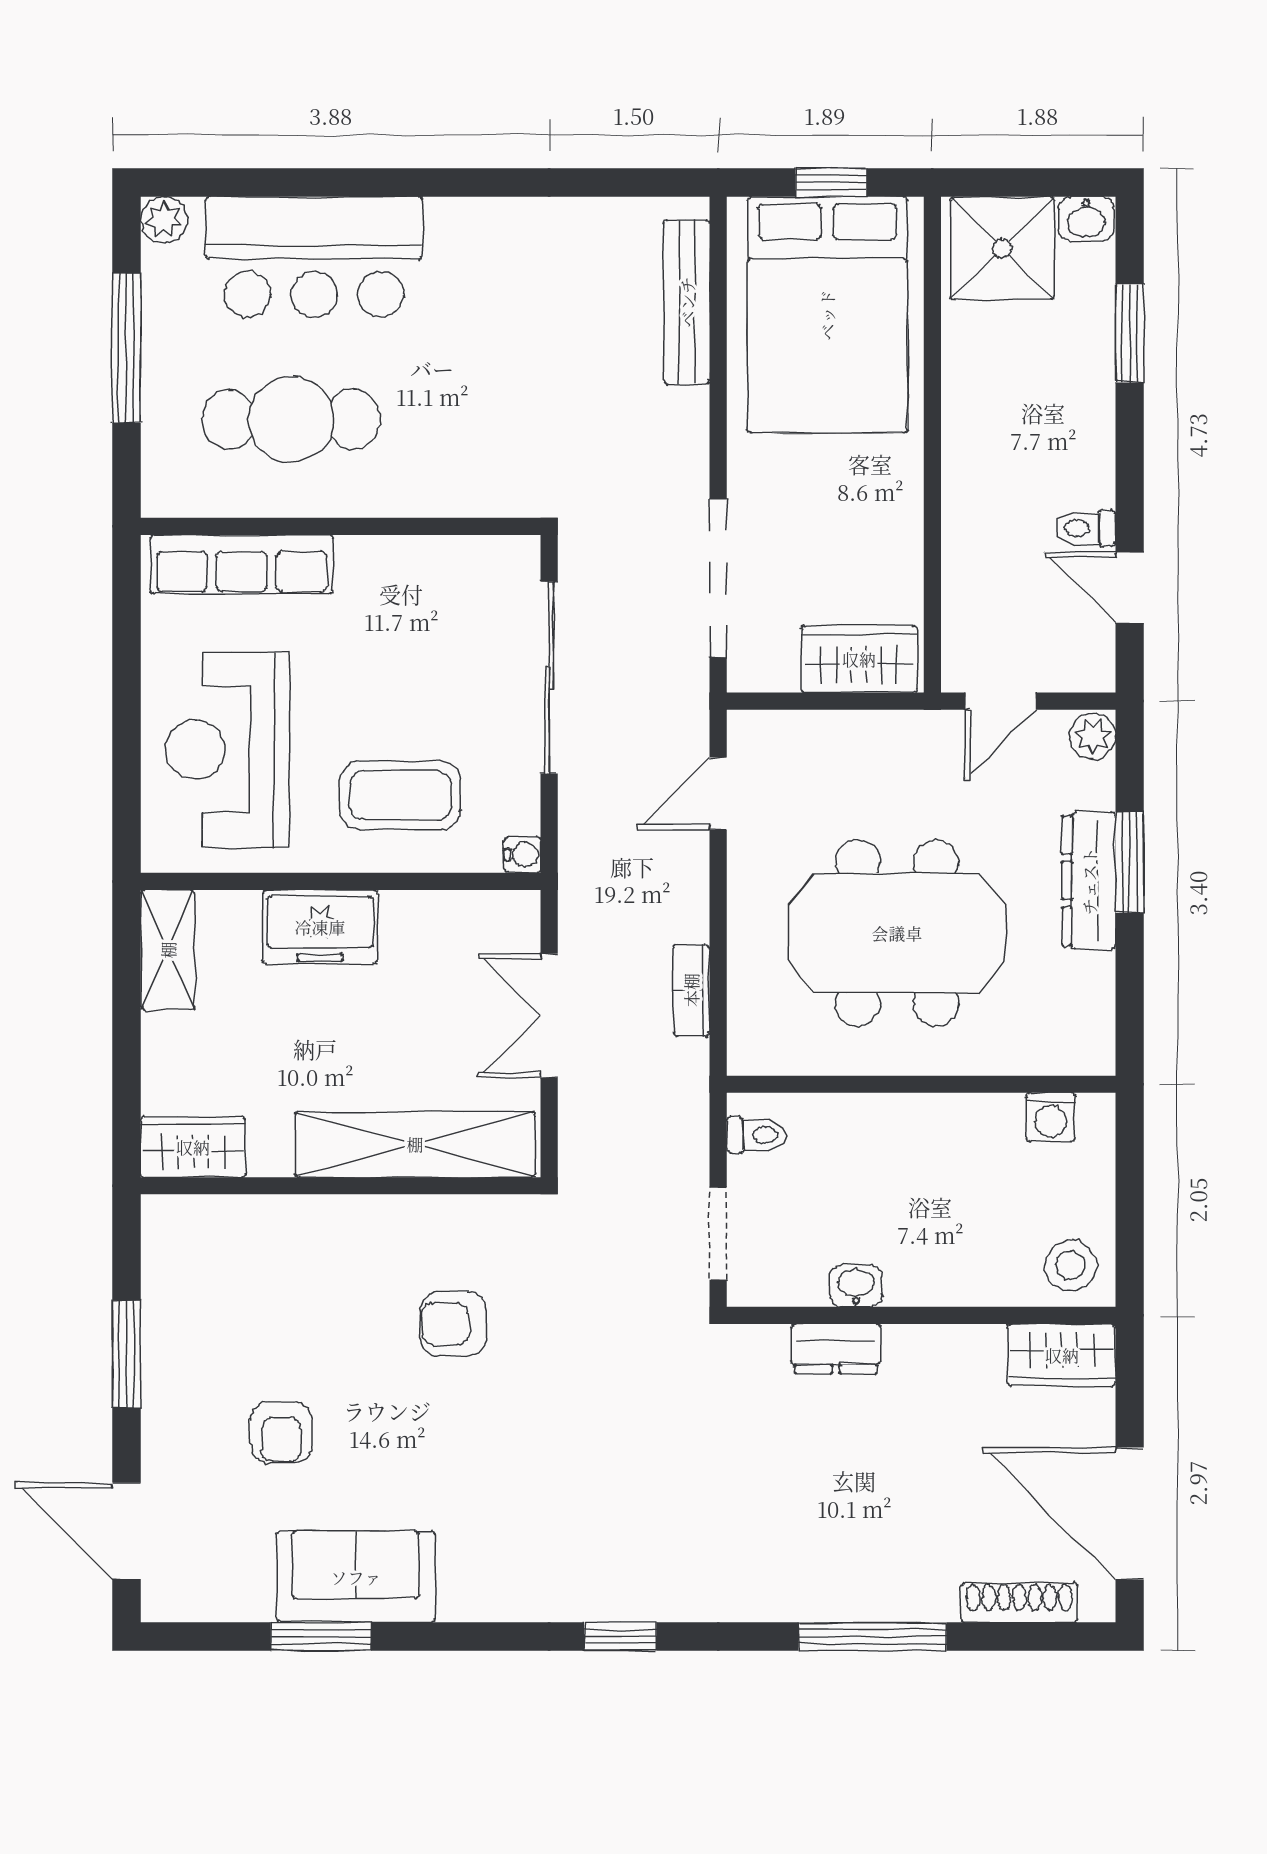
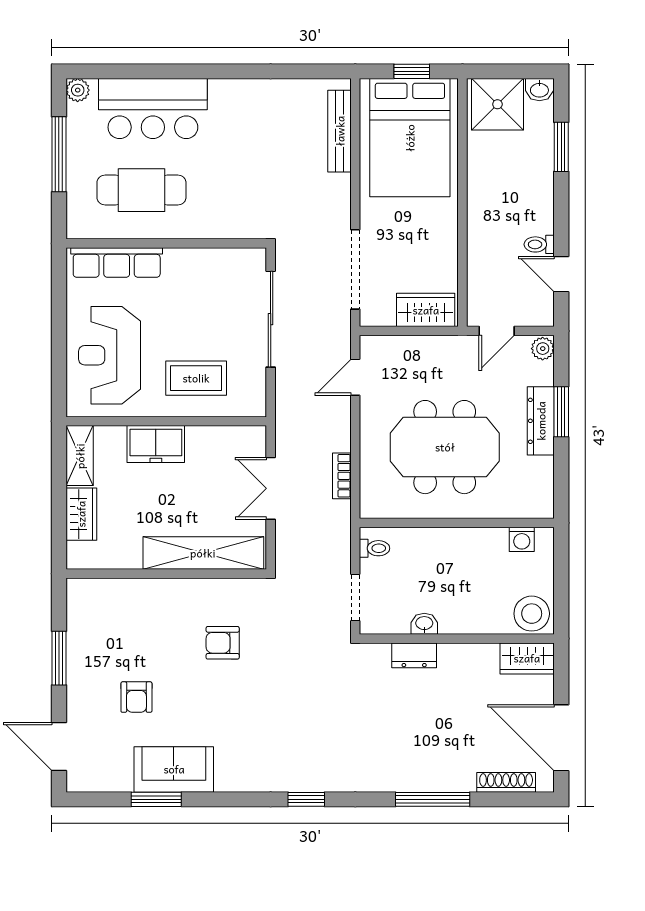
water cooler: (522, 855) -> (257, 408), removed
wardrobe: (193, 1147) -> (81, 514), moved, turned 90
stool: (1071, 1265) -> (532, 614), width x1.38, depth x1.38

